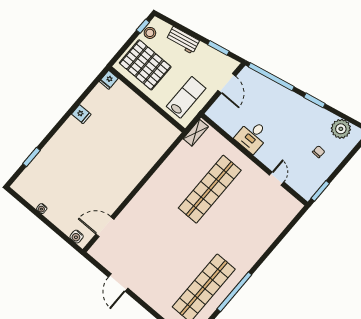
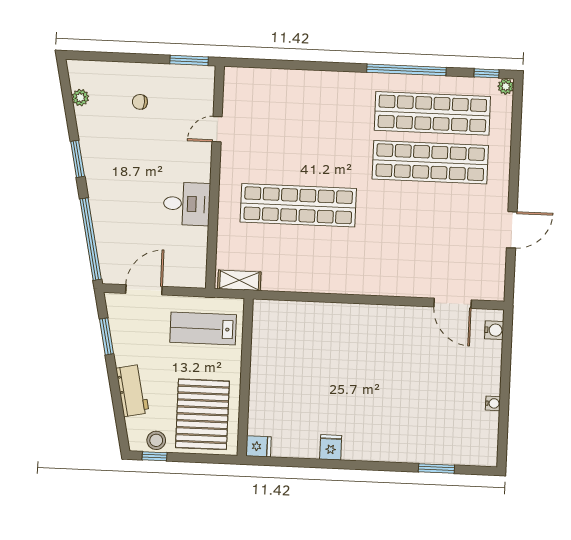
plant: (341, 129) -> (80, 98), width x0.53, depth x0.53
shop shelf: (181, 269) -> (430, 162), added

